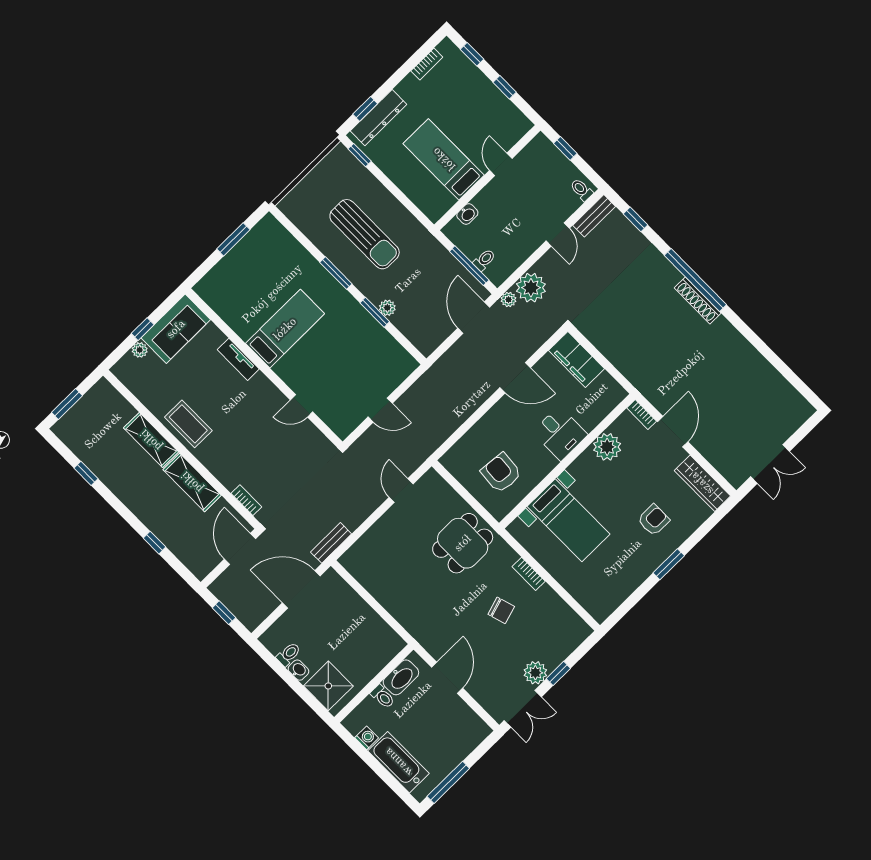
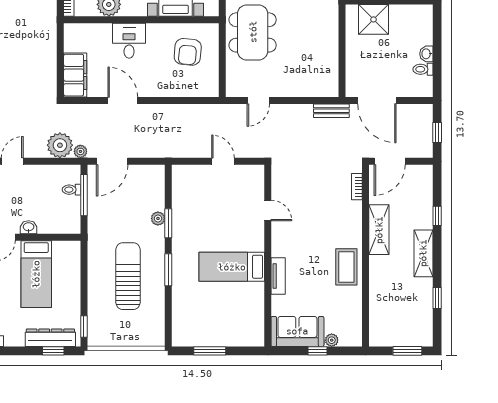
washbasin: (467, 214) -> (29, 227), moved
shelving: (151, 440) -> (423, 253), moved
dining table: (463, 543) -> (253, 32), width x1.38
shower: (328, 686) -> (373, 19), moved

